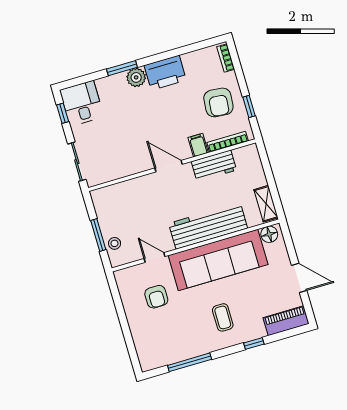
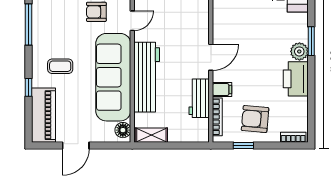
piano: (286, 321) -> (44, 115), width x1.37, depth x1.33

